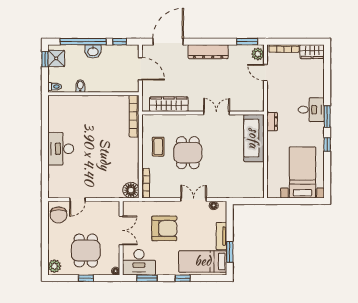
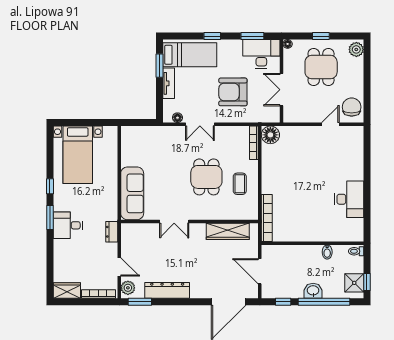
dresser: (208, 52) -> (167, 290), moved
dresser: (272, 122) -> (112, 232), moved
desk: (61, 149) -> (349, 199), moved

